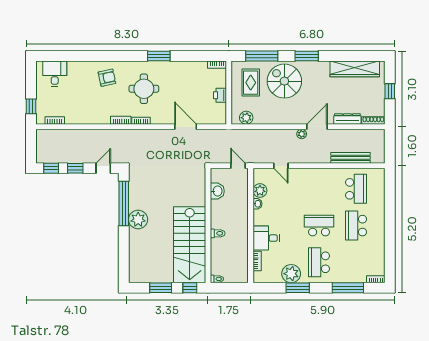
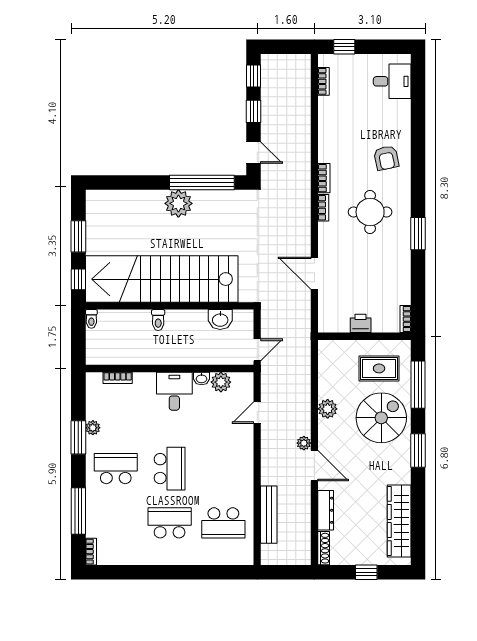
plant: (246, 118) -> (328, 409), moved
door: (186, 127) -> (314, 273), swing flipped
desk: (266, 238) -> (174, 391), moved
stairs: (190, 245) -> (162, 279), width x1.36
plant: (291, 274) -> (93, 428), width x0.53, depth x0.53

